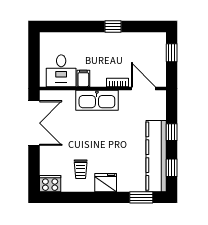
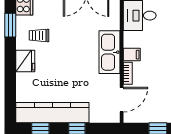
filing cabinet: (83, 78) -> (132, 55), moved
window: (141, 197) -> (10, 25), moved

